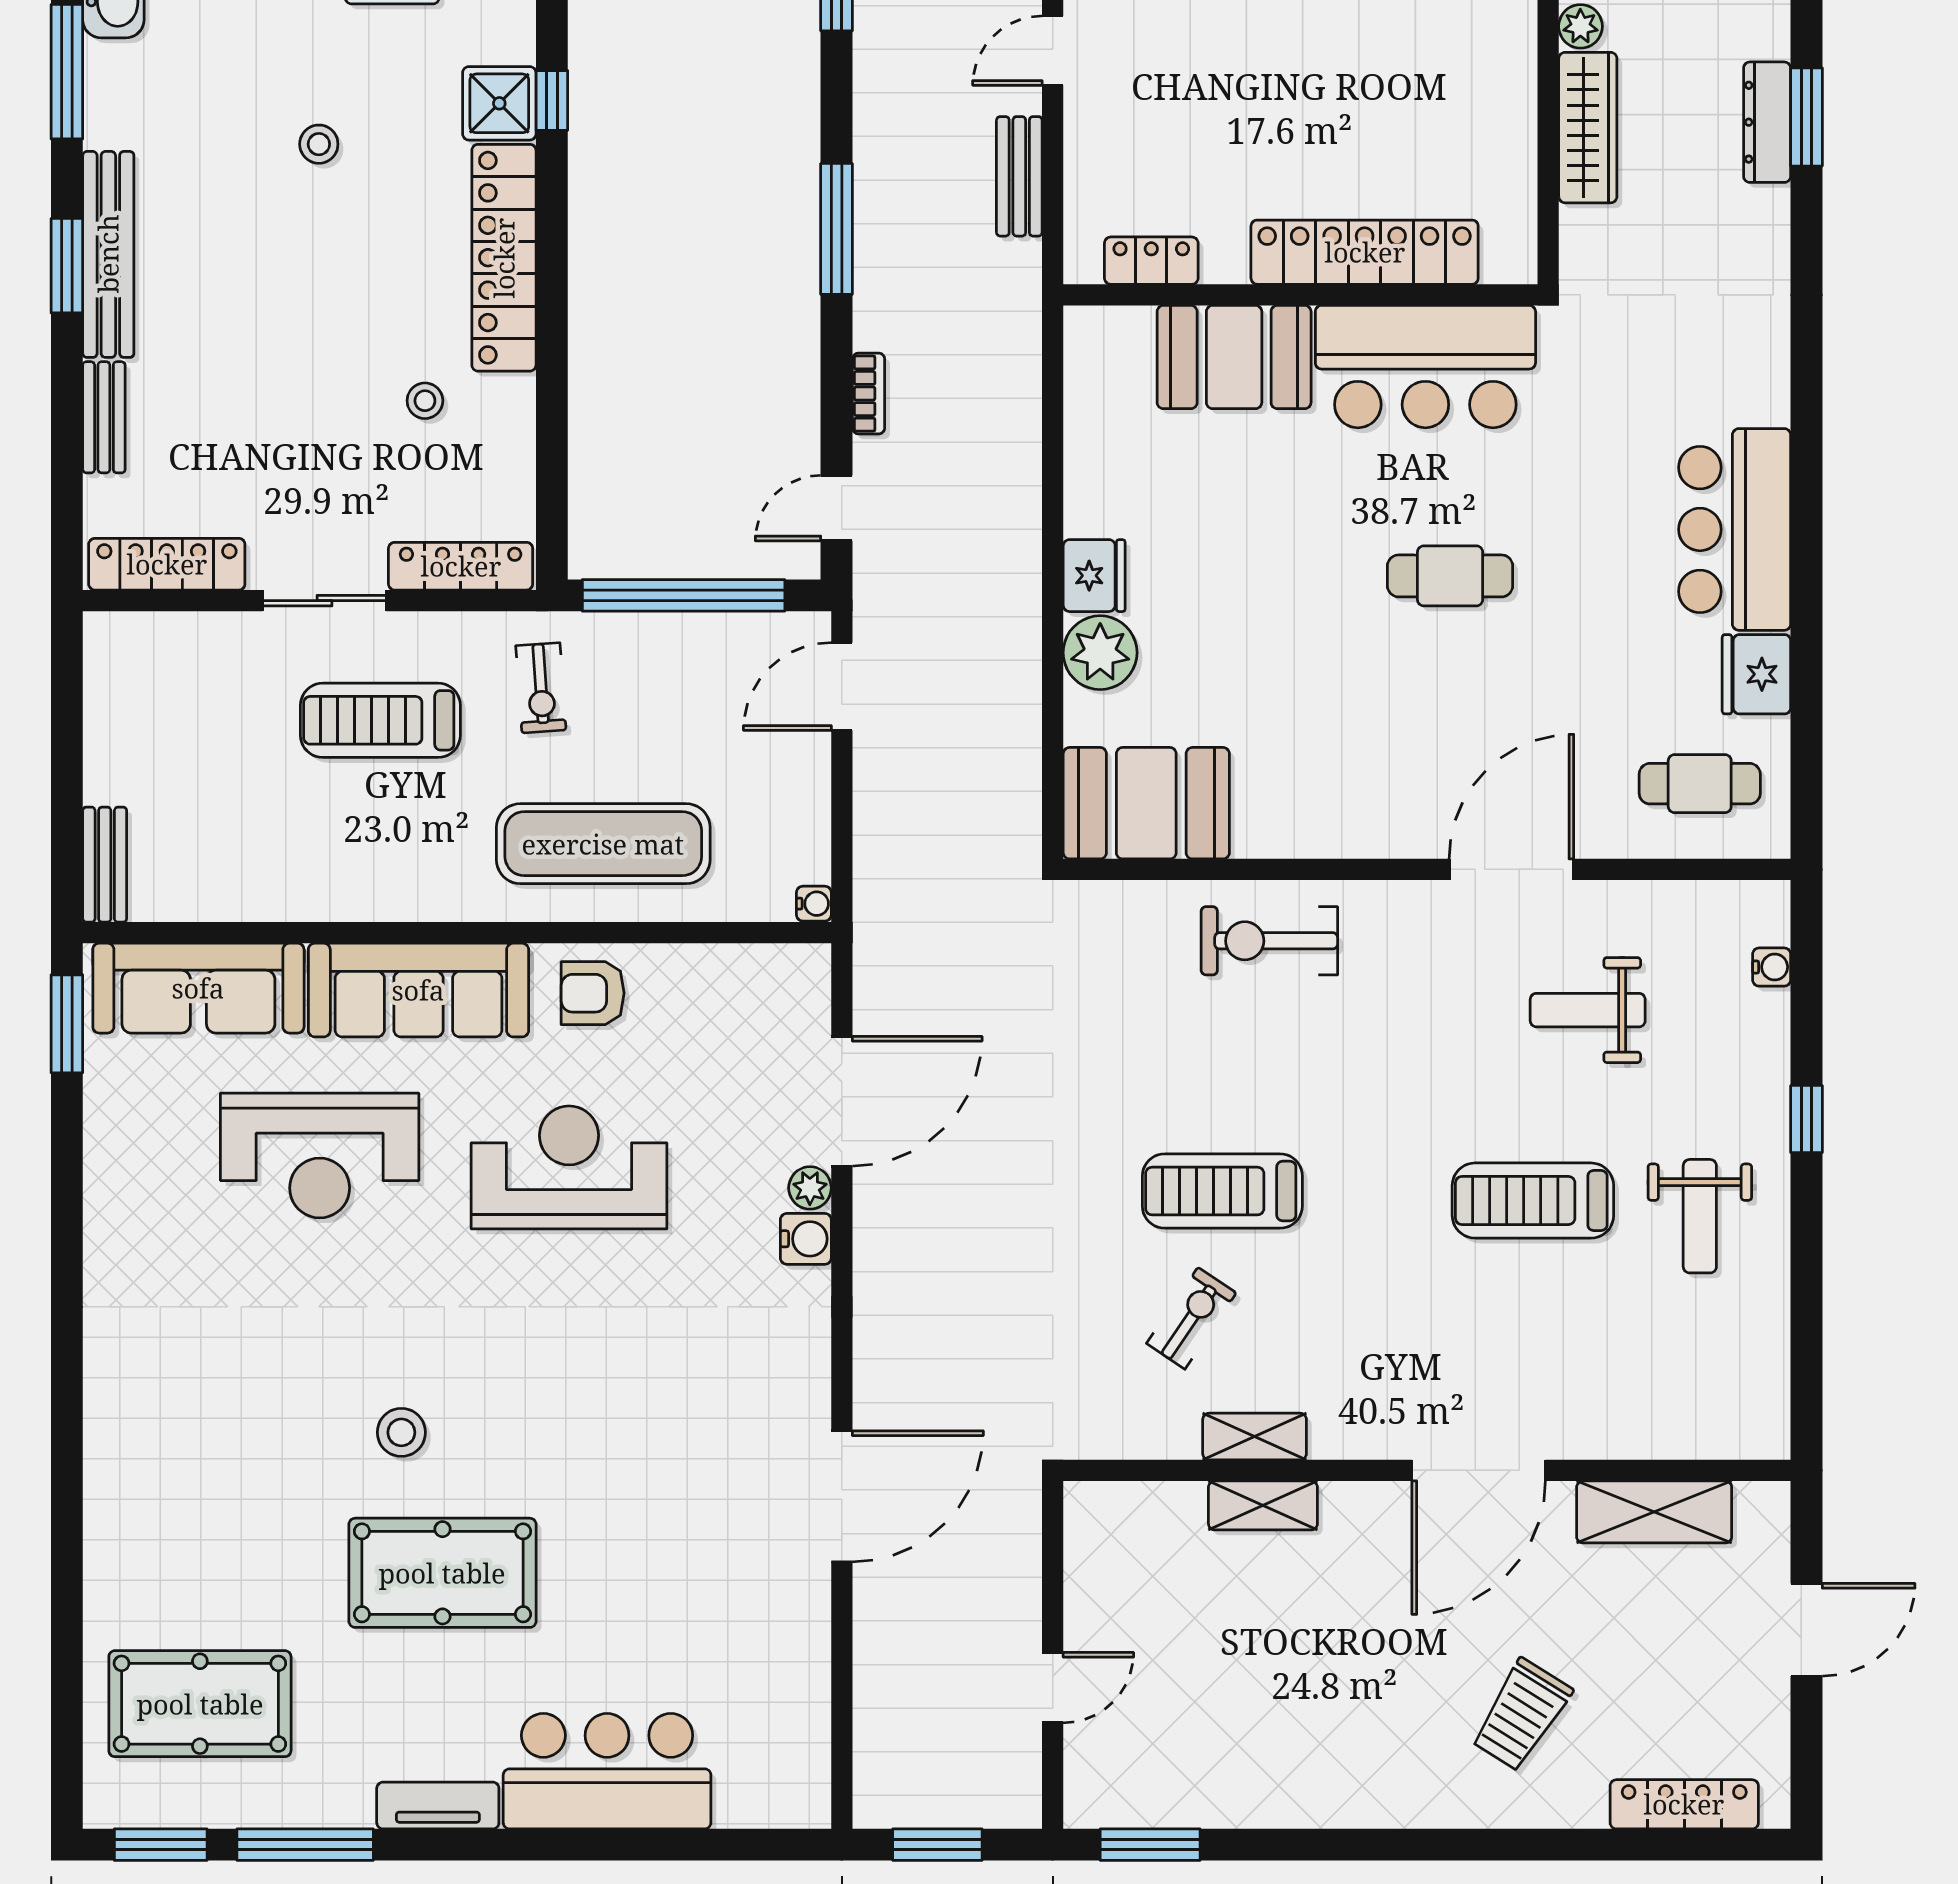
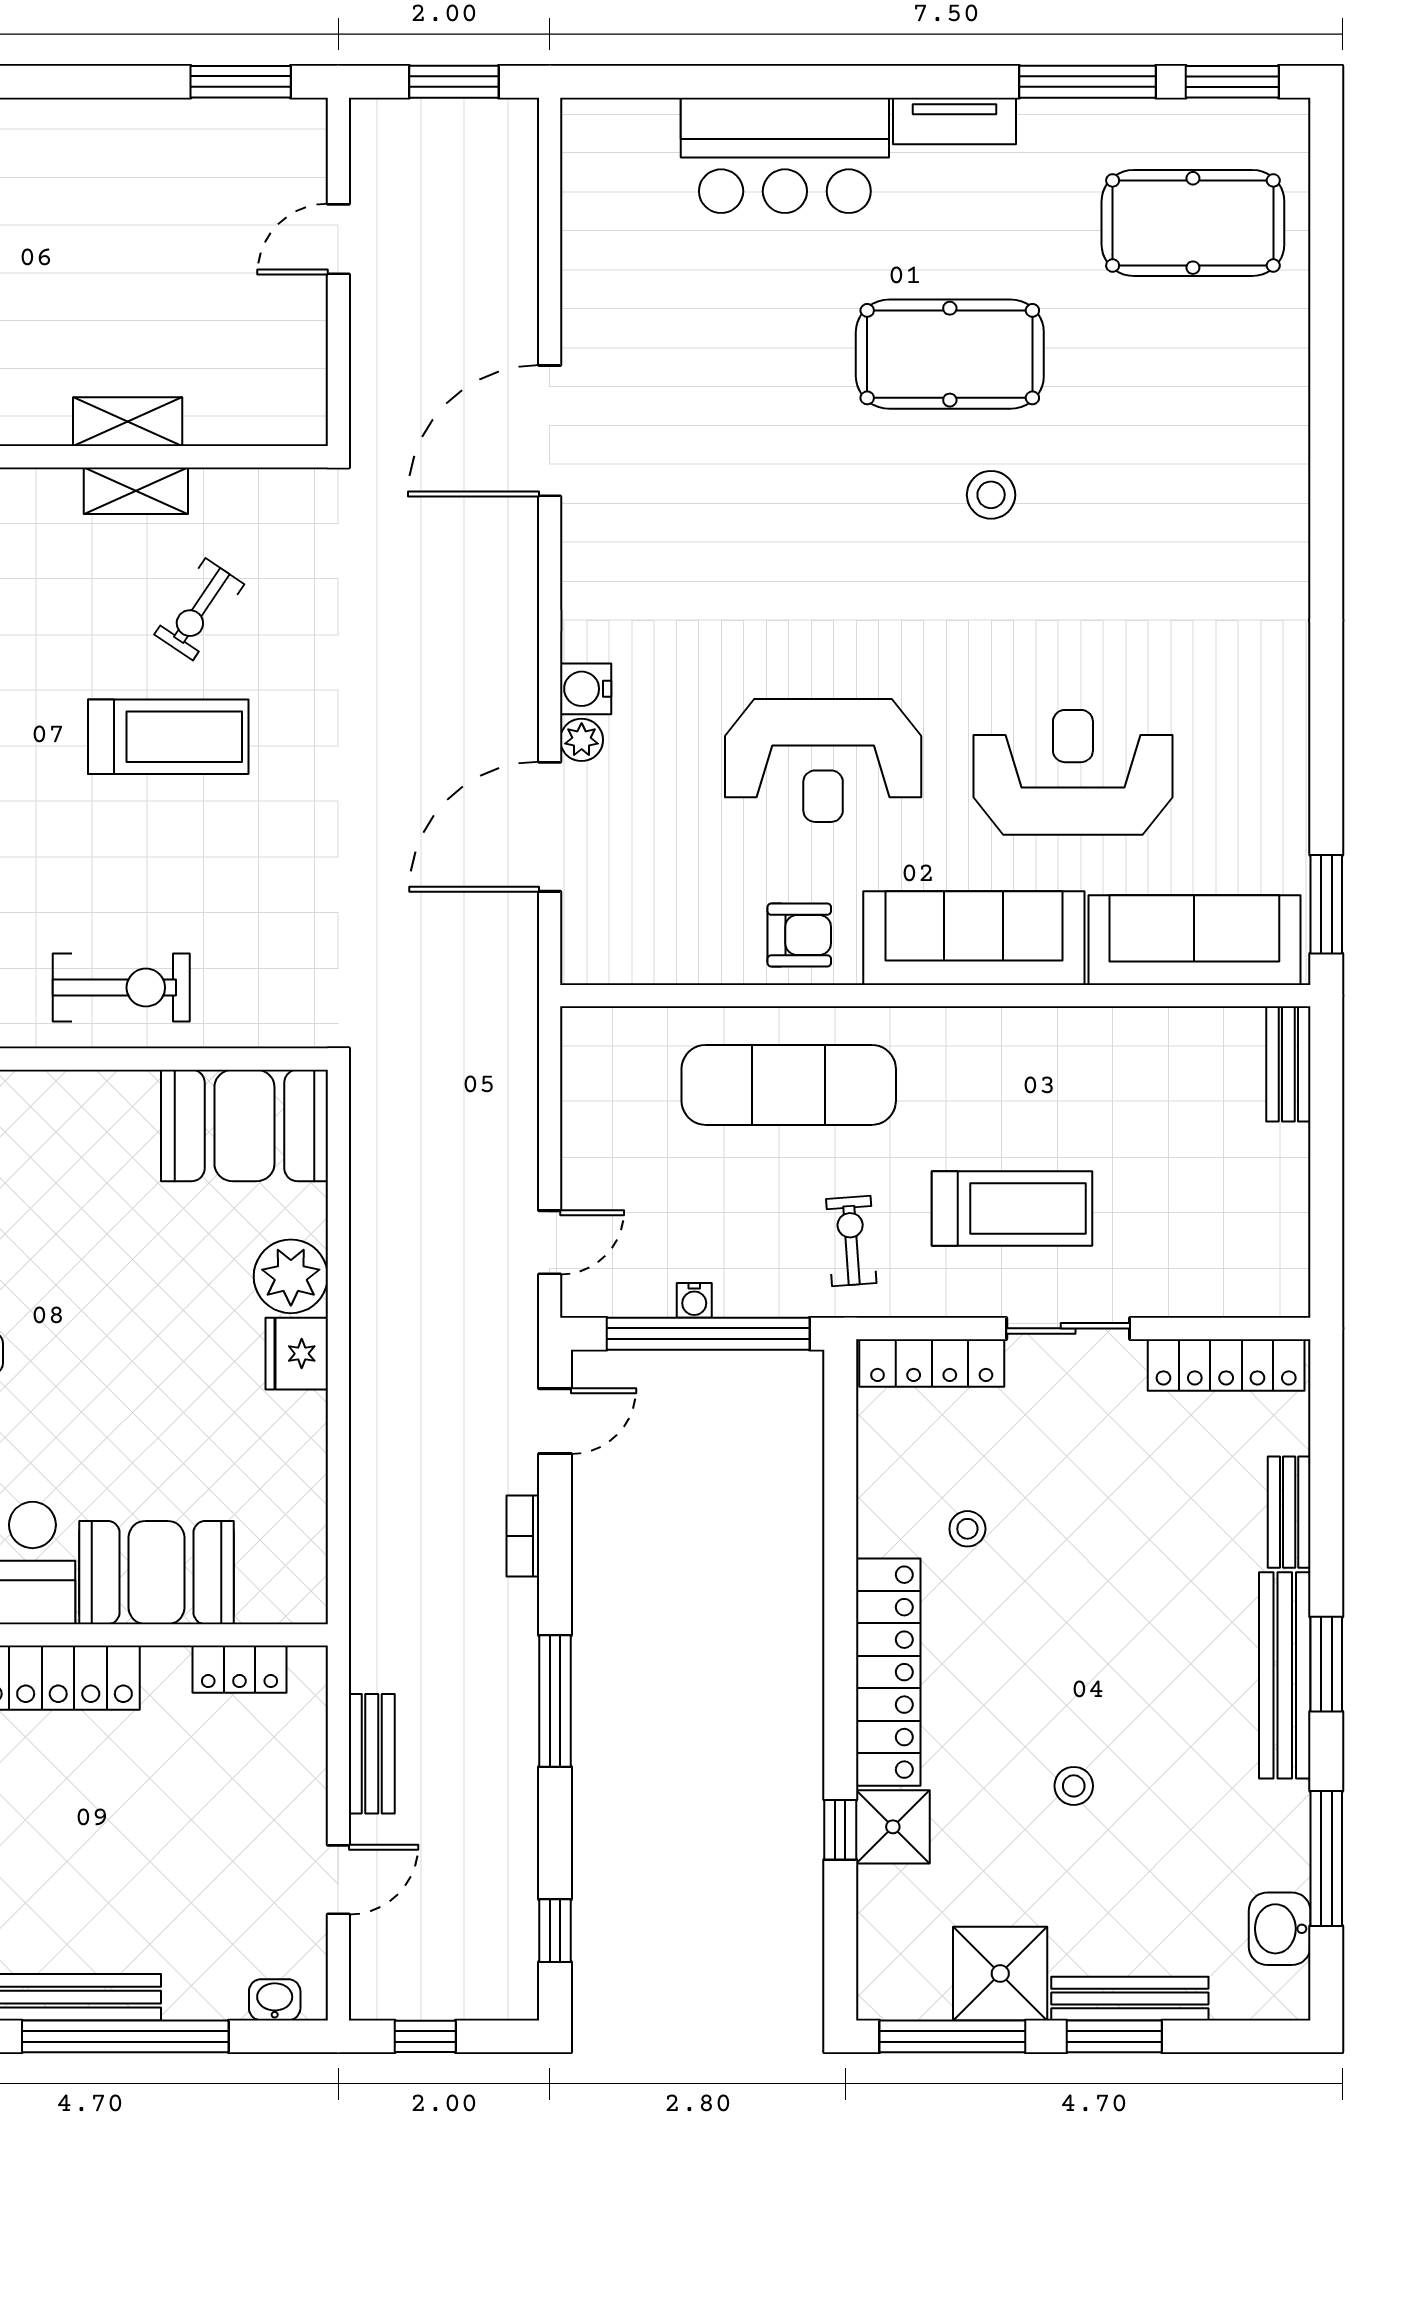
door: (842, 686) -> (550, 1242), width x0.73
water cooler: (814, 904) -> (694, 1300), moved, turned -90

